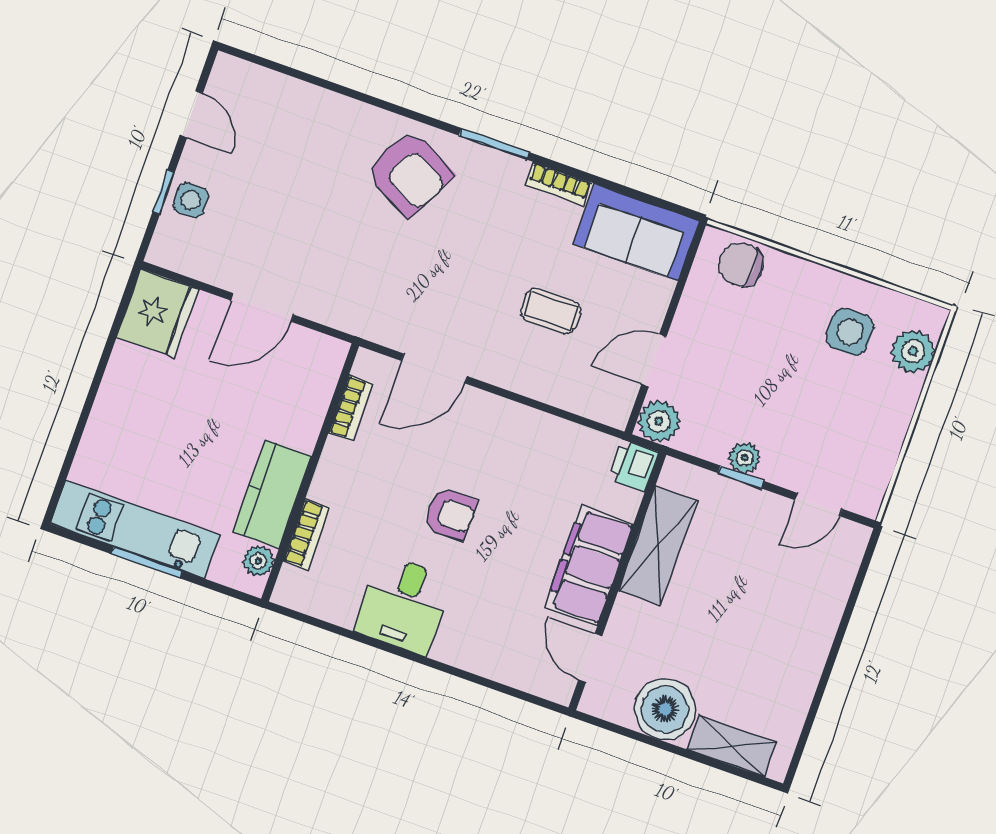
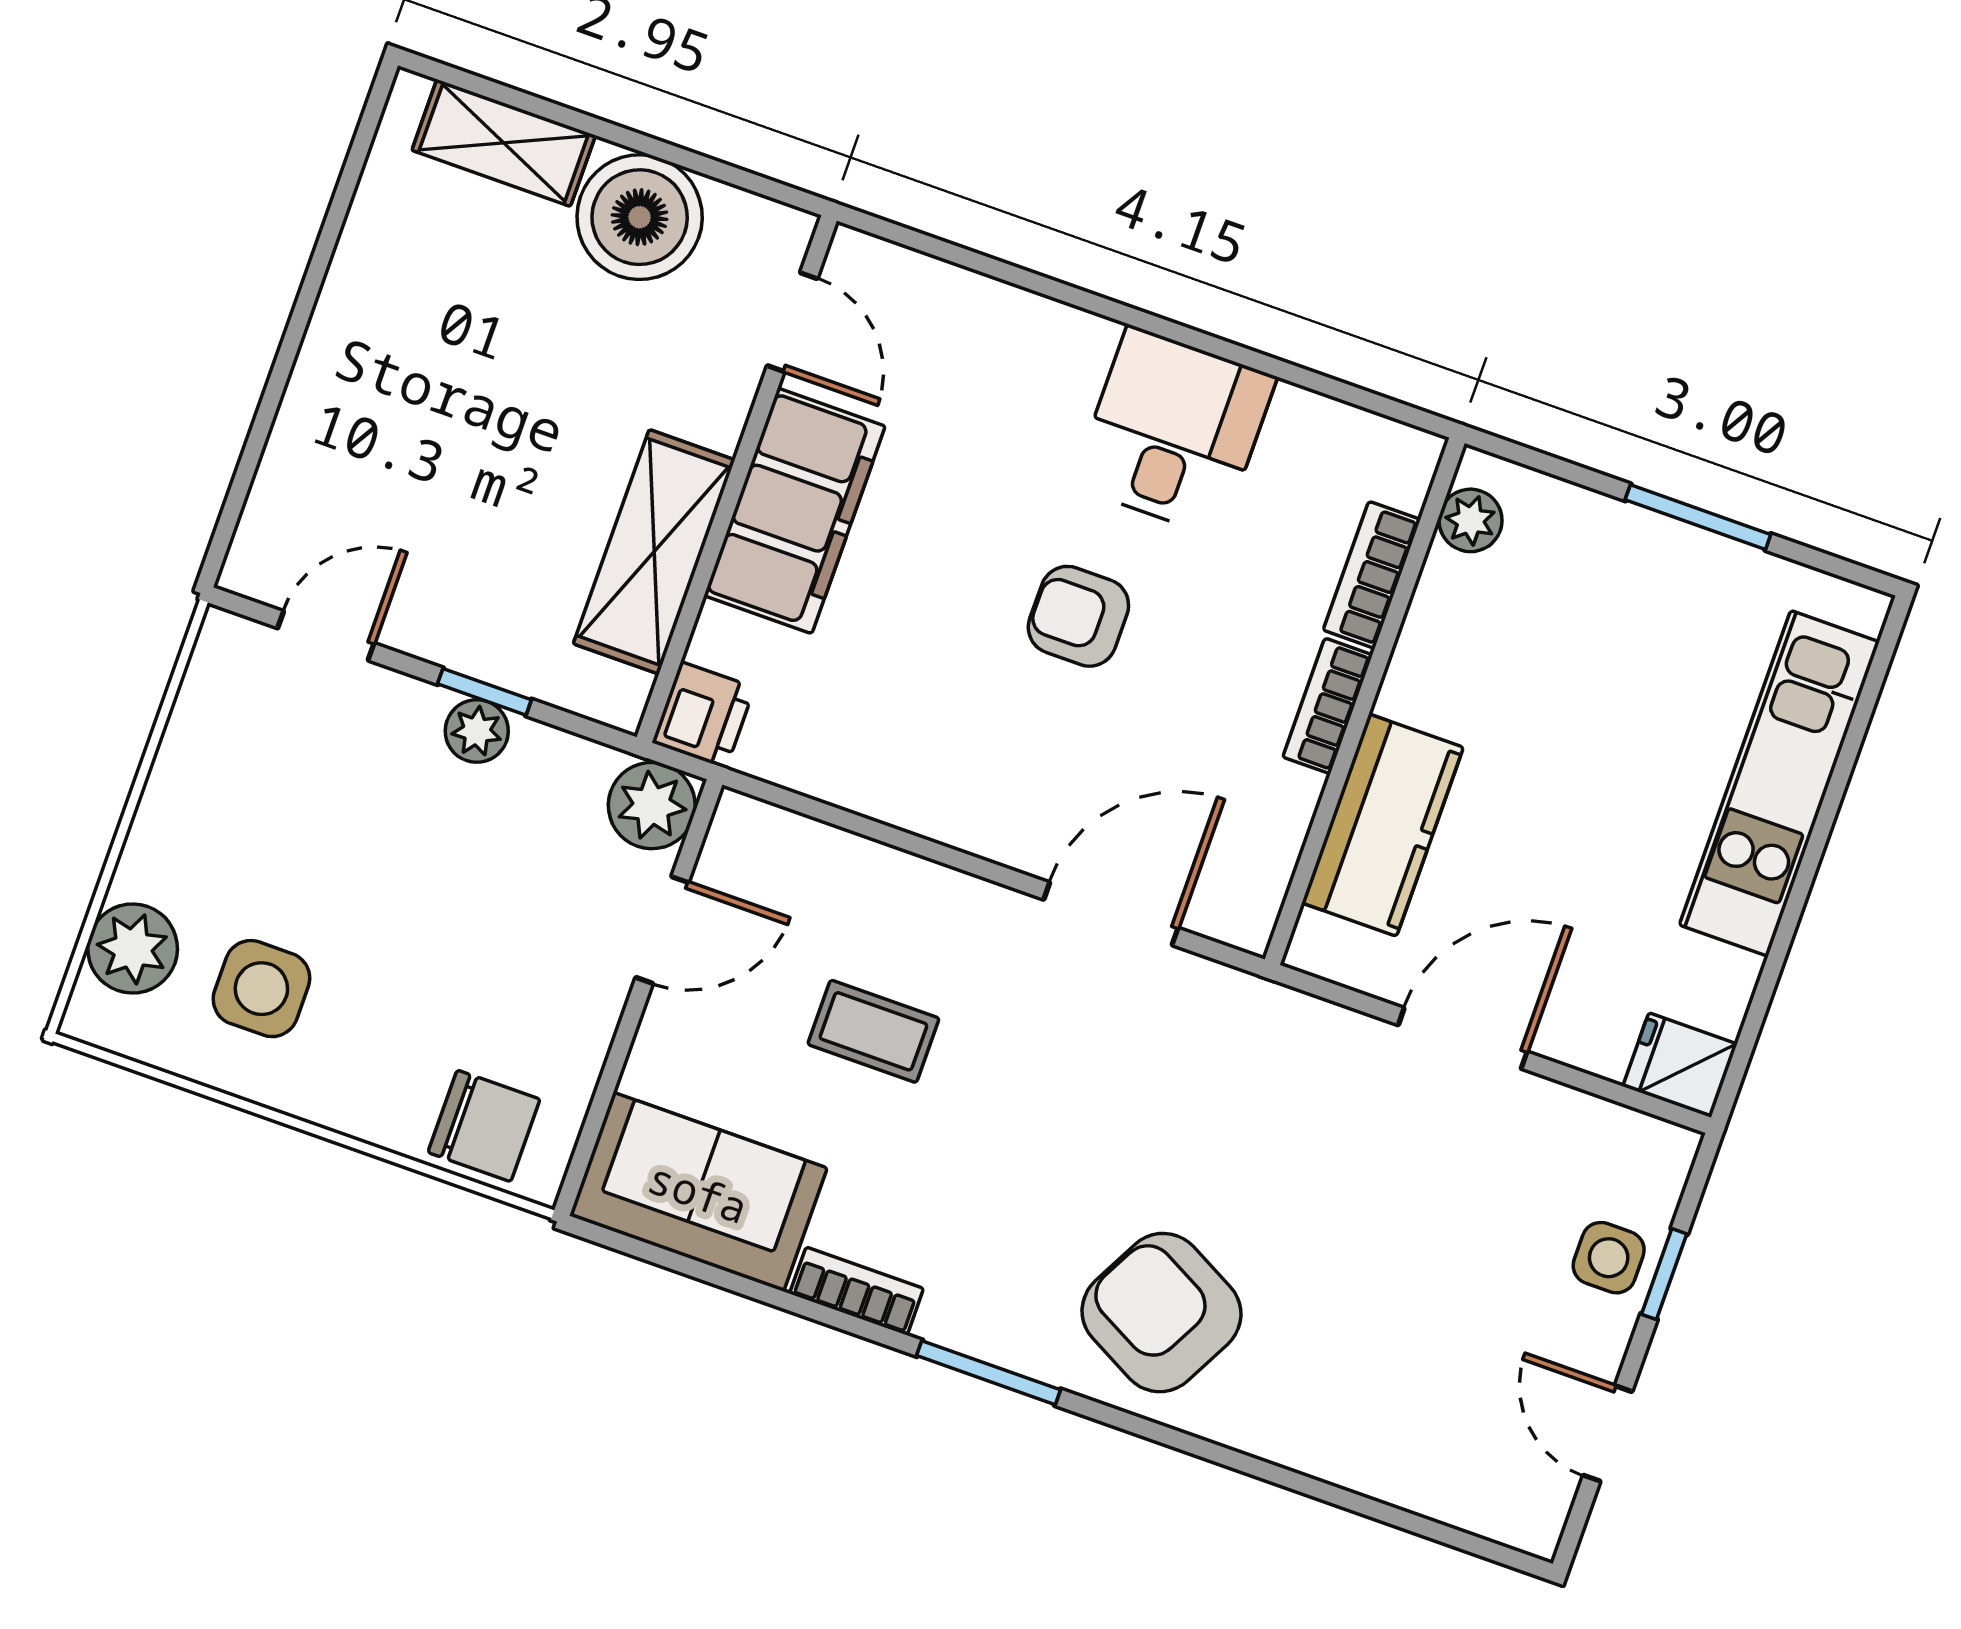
fridge: (158, 313) -> (1680, 1065), width x0.53, depth x0.75
bookcase: (350, 408) -> (1328, 706), moved
kitchen counter: (272, 494) -> (1383, 825), moved
kitchen unit: (135, 530) -> (1779, 783), moved, turned 90

